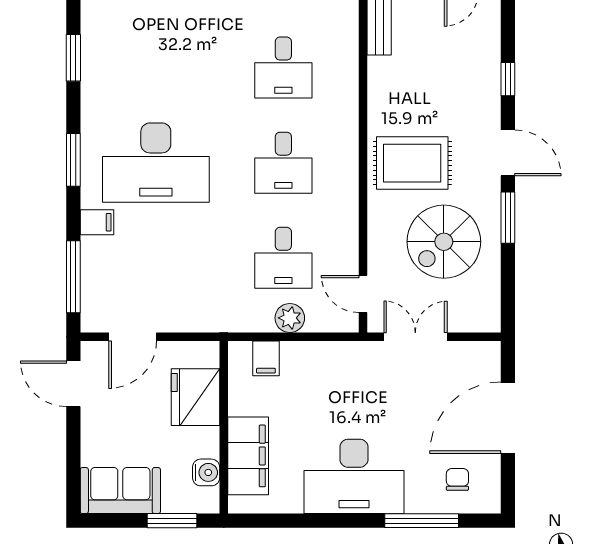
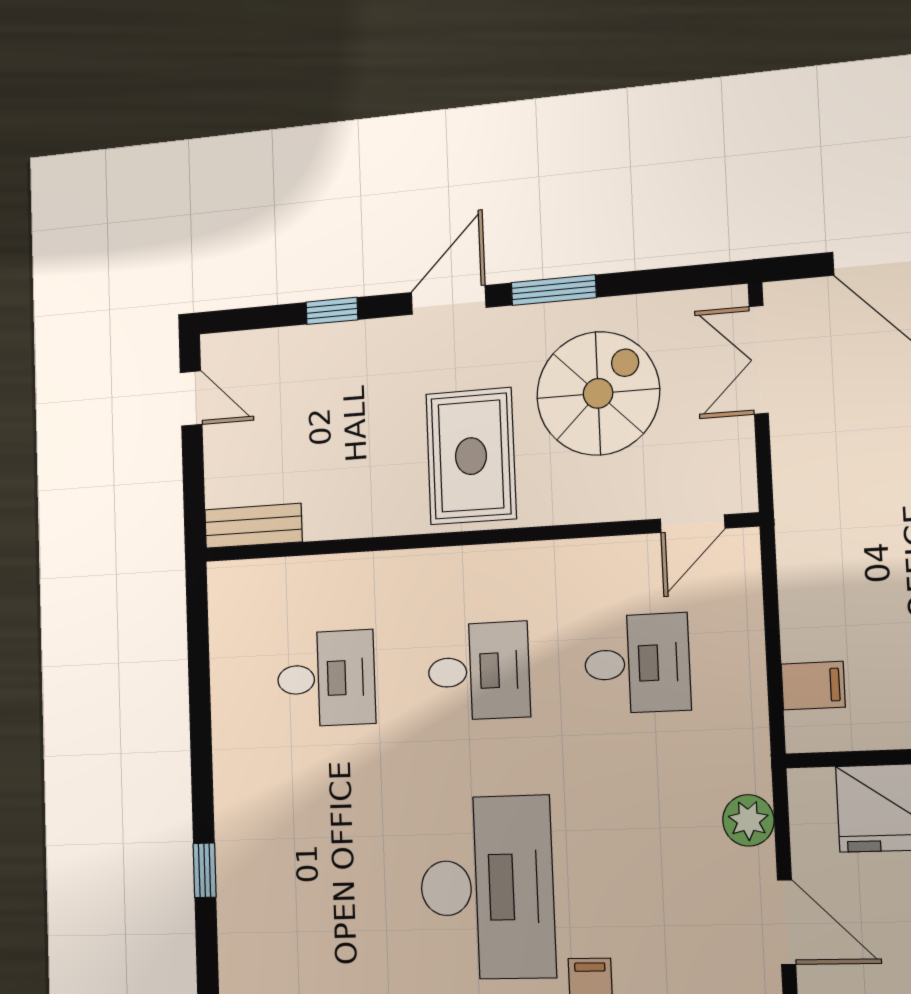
spiral stairs: (444, 242) -> (598, 393), turned -90
plant: (290, 318) -> (748, 820), moved
double door: (415, 337) -> (759, 360), moved

